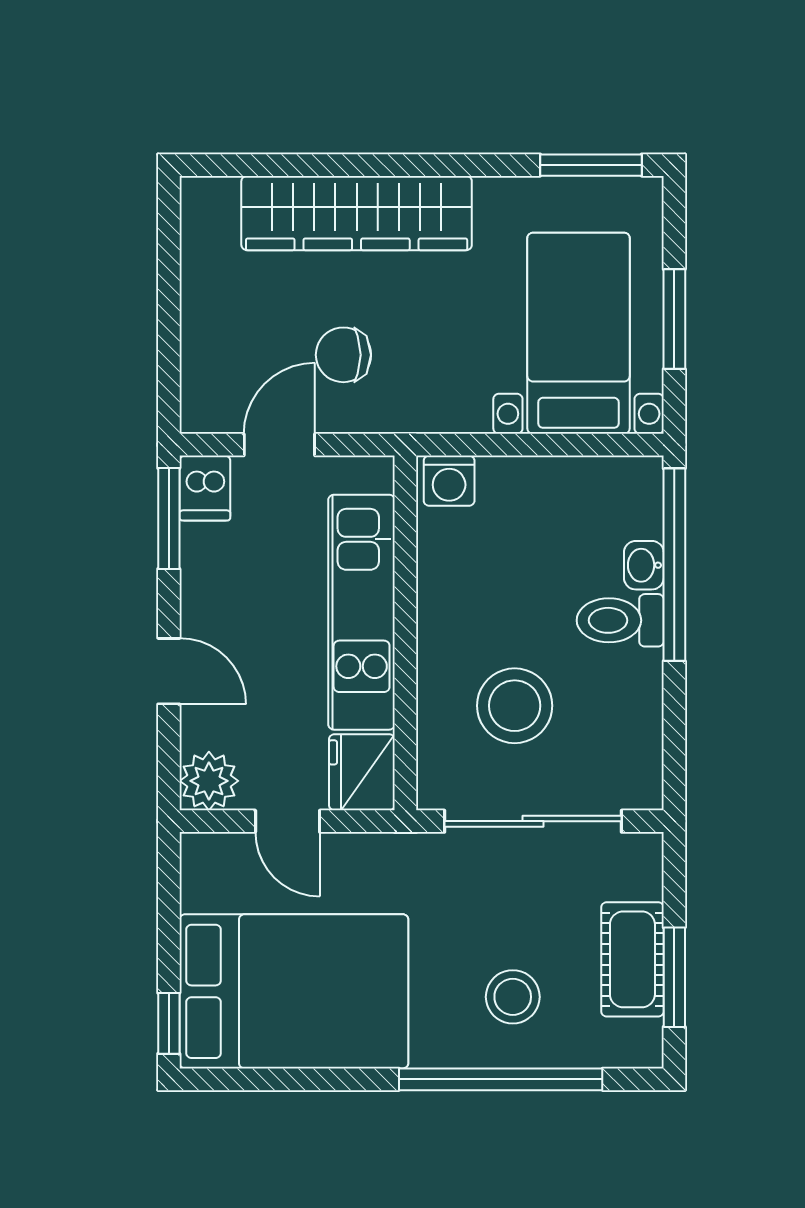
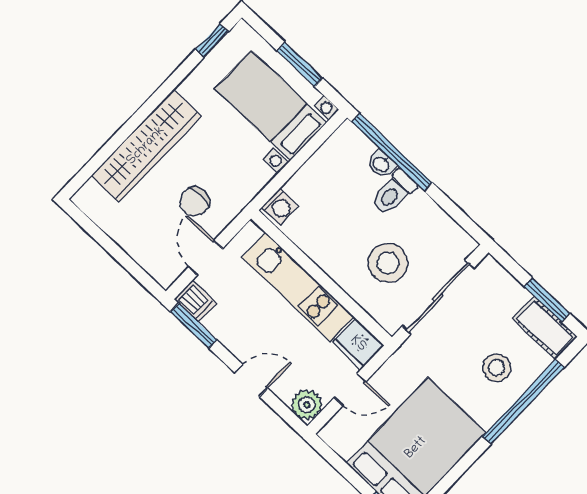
window: (591, 165) -> (212, 41), width x0.67
cot: (632, 959) -> (545, 328), moved

